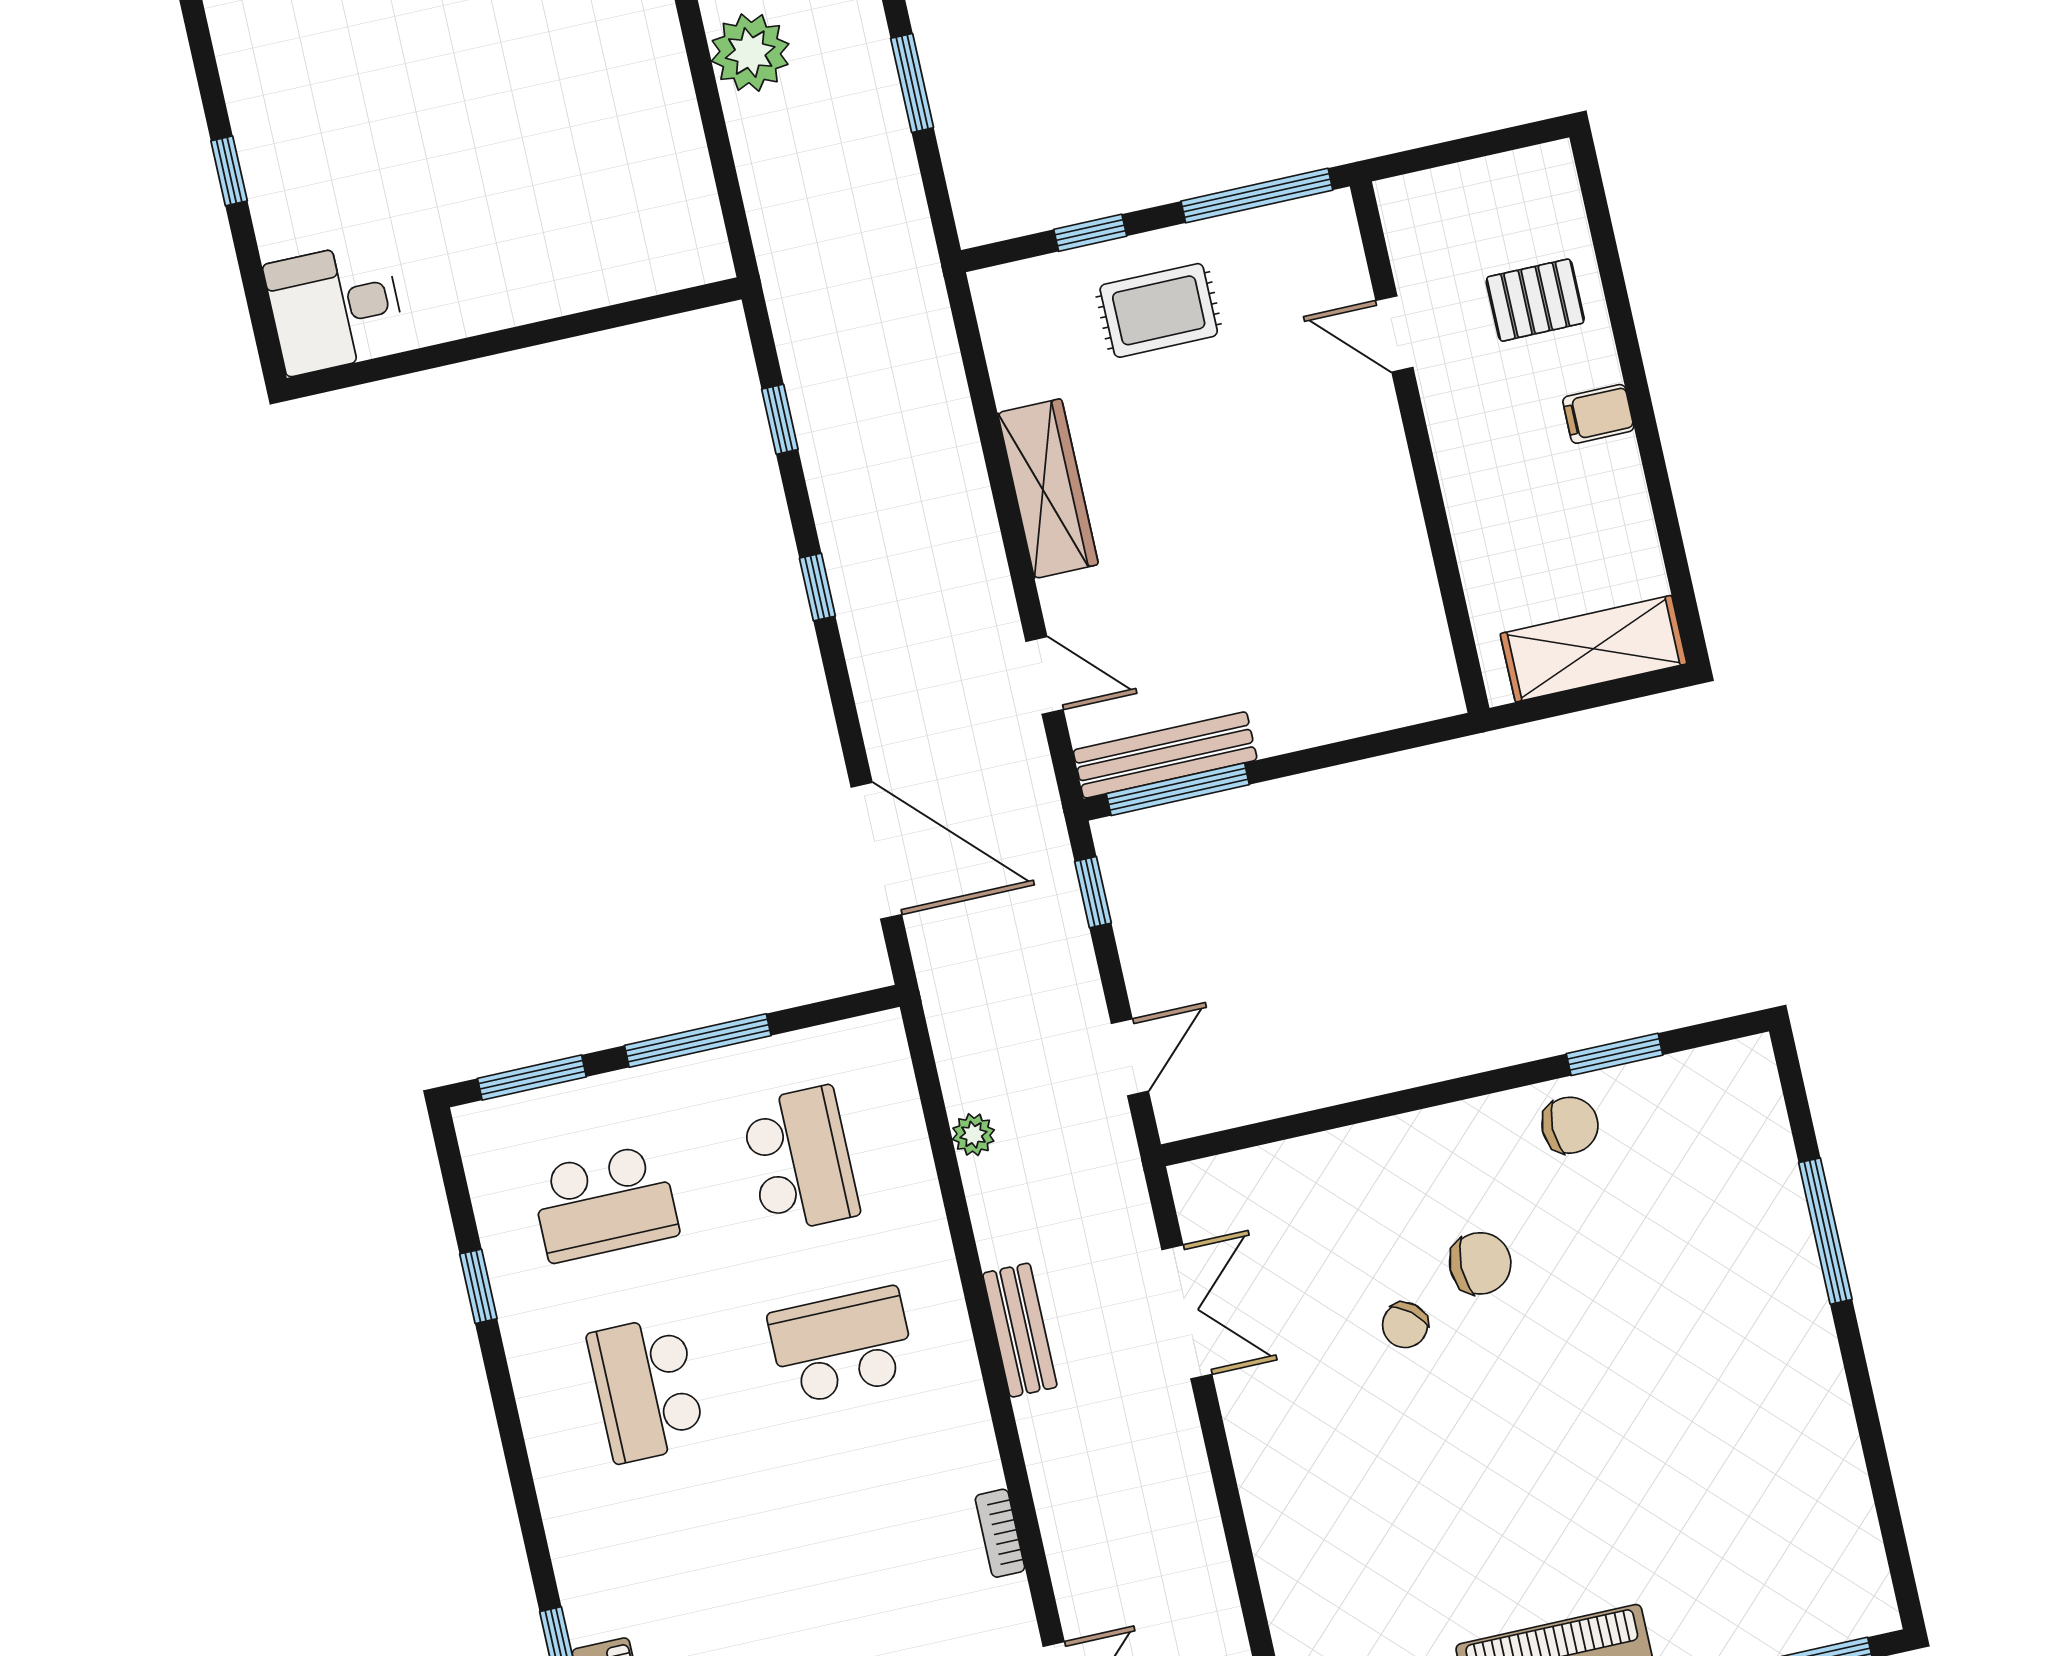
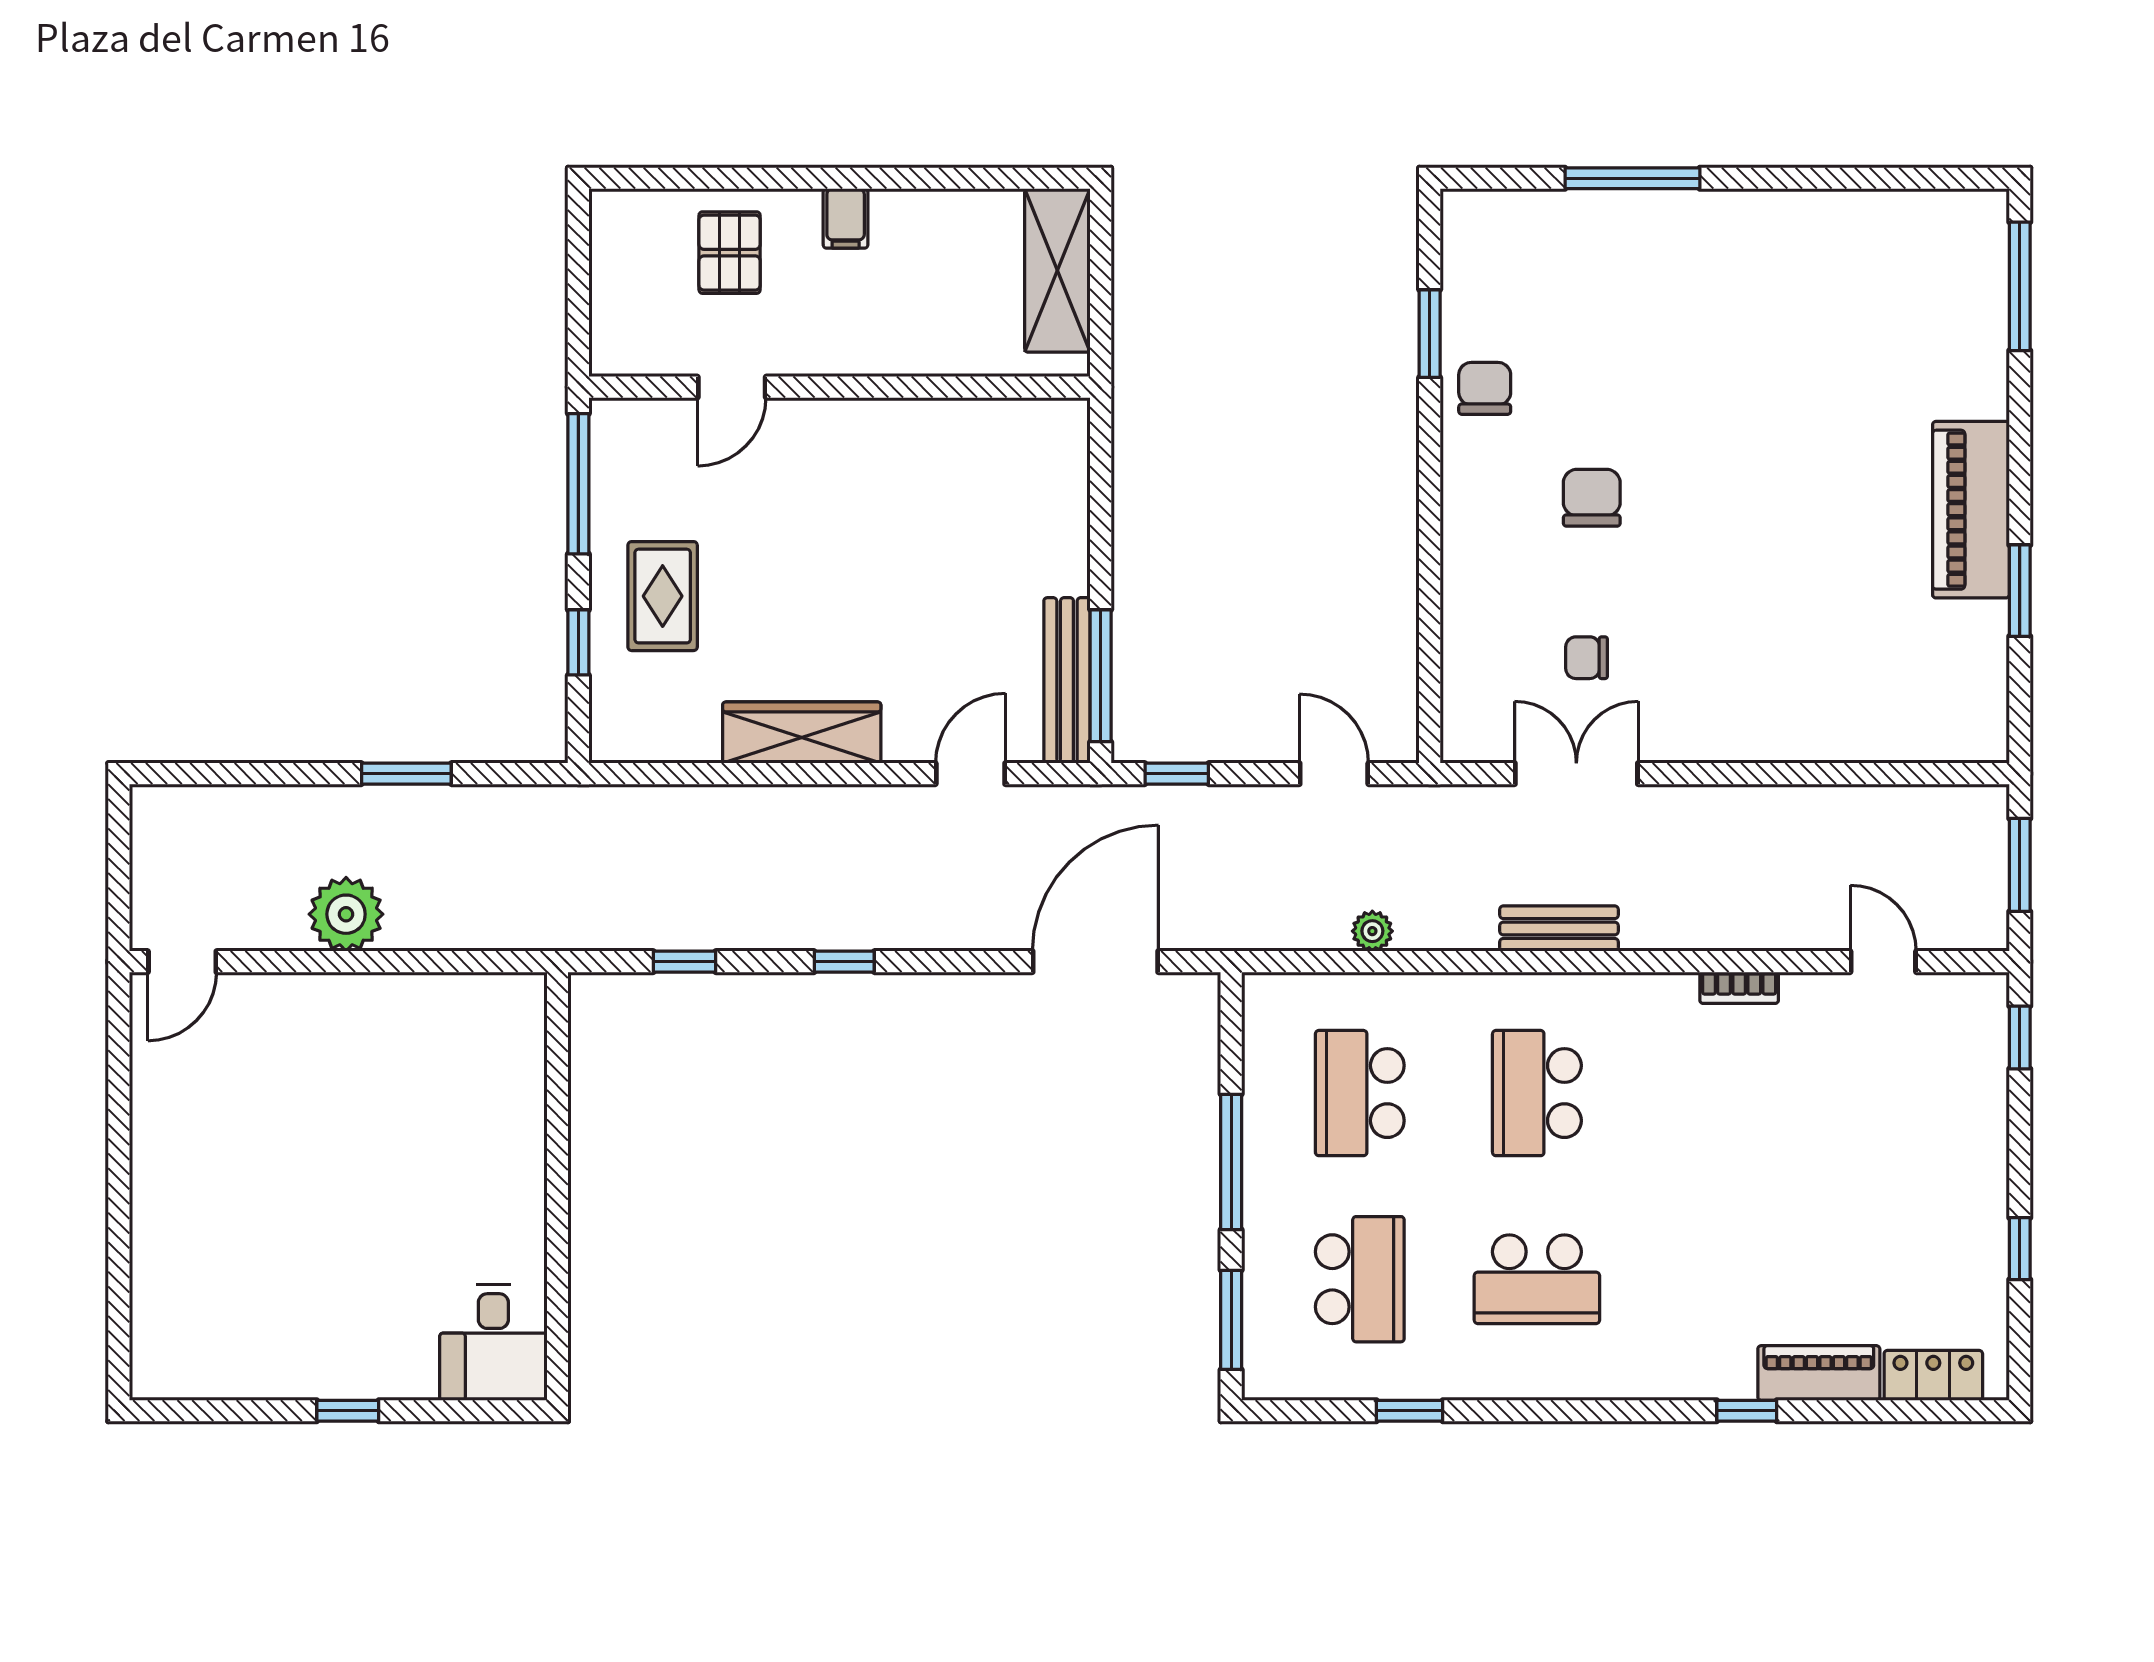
school desk: (800, 1159) -> (1360, 1093), turned -90
chair: (1405, 1325) -> (1587, 658), moved, turned 140

